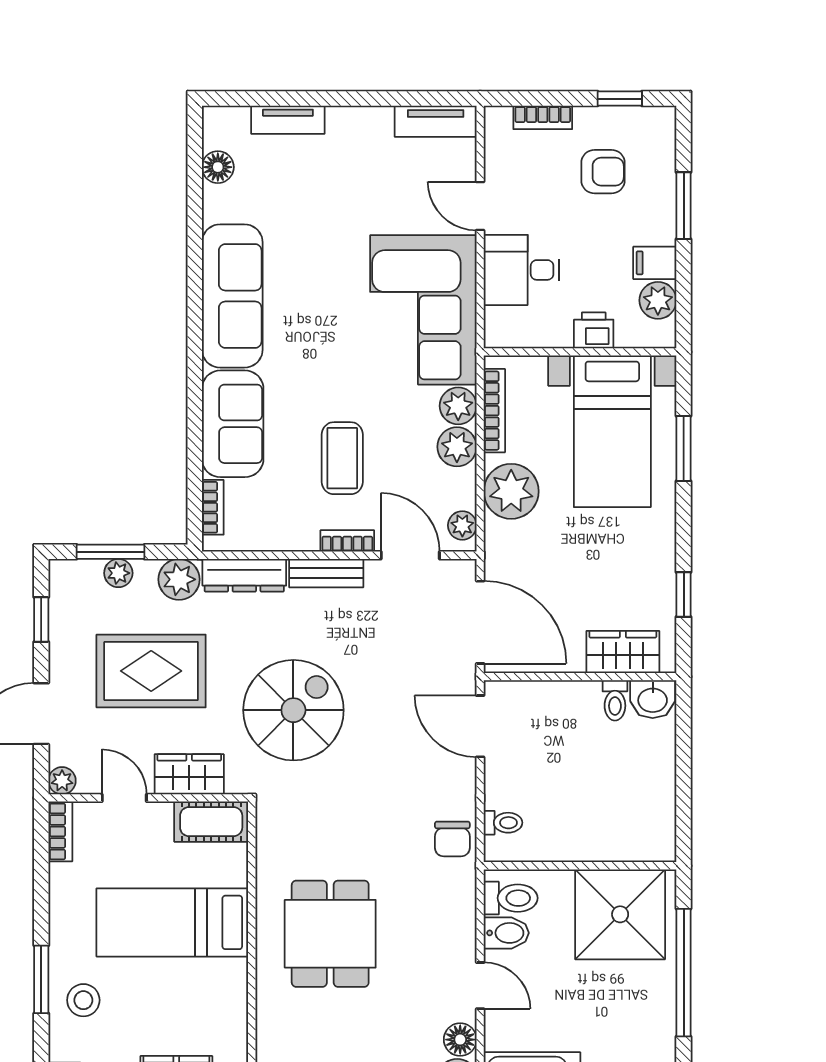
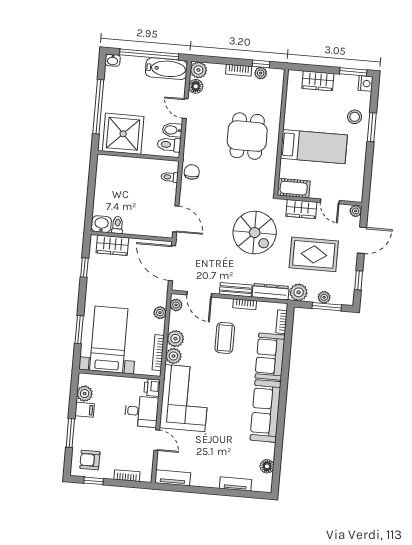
armchair: (603, 172) -> (90, 460), moved
printer: (594, 330) -> (152, 388), moved, turned 90
plant: (511, 491) -> (160, 313), width x0.53, depth x0.53
bookcase: (347, 541) -> (245, 304), moved
spiral stairs: (293, 710) -> (255, 233), turned -90
bookcase: (60, 831) -> (358, 189), removed

